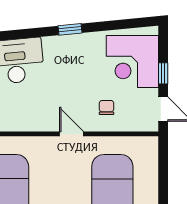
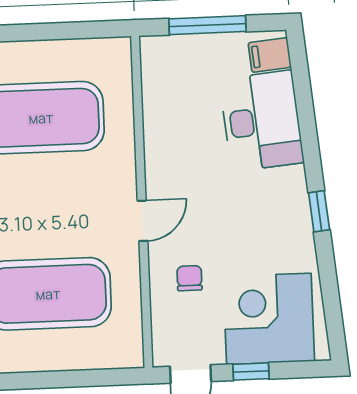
chair: (106, 108) -> (189, 278), turned -90

